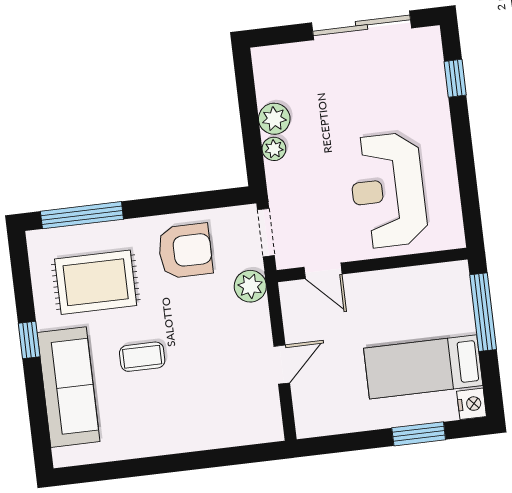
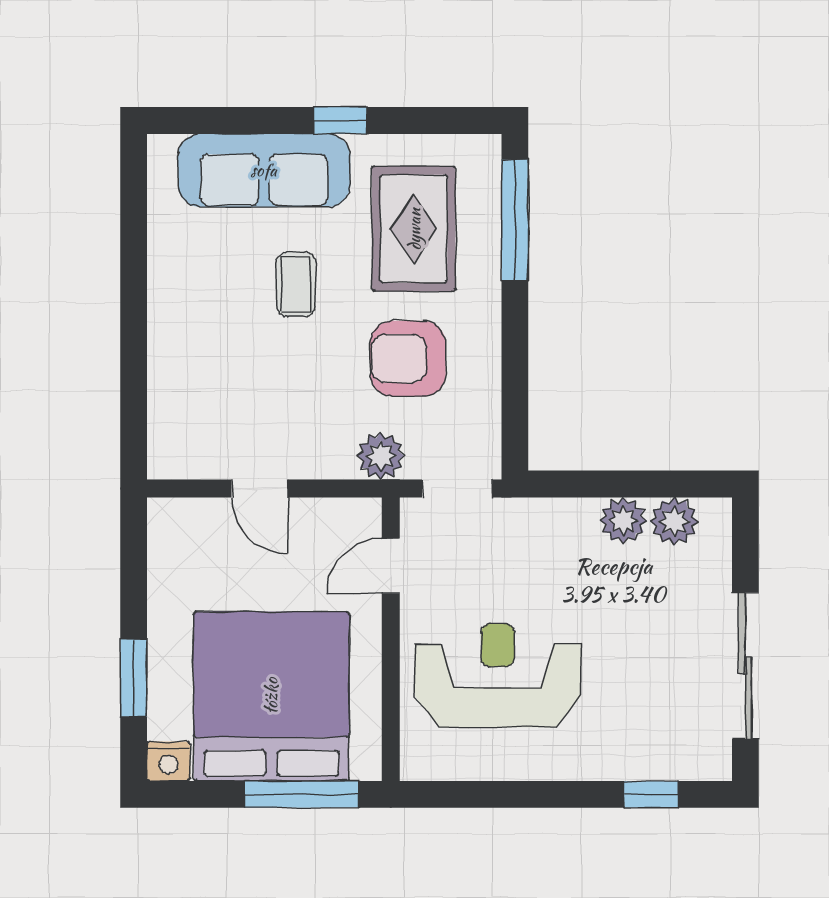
plant: (274, 149) -> (674, 521), moved, width x1.38, depth x1.38
armchair: (185, 251) -> (408, 359), moved, turned 90
bed: (423, 367) -> (271, 696), width x2.04

